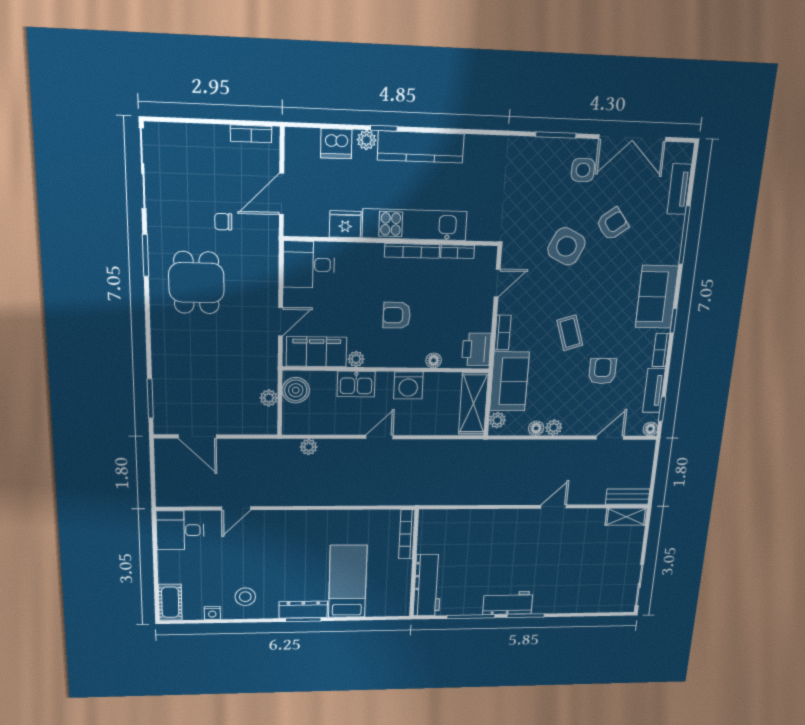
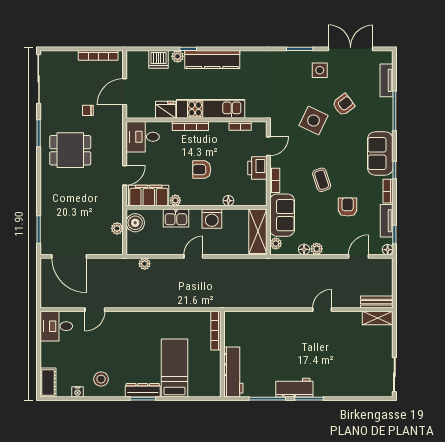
bookcase: (251, 134) -> (98, 55), width x1.56
double door: (632, 138) -> (351, 49), swing flipped
bookcase: (412, 251) -> (190, 126), moved
dining table: (196, 283) -> (70, 150), turned 90
printer: (476, 349) -> (257, 168), moved
door: (197, 436) -> (69, 256), width x1.36

